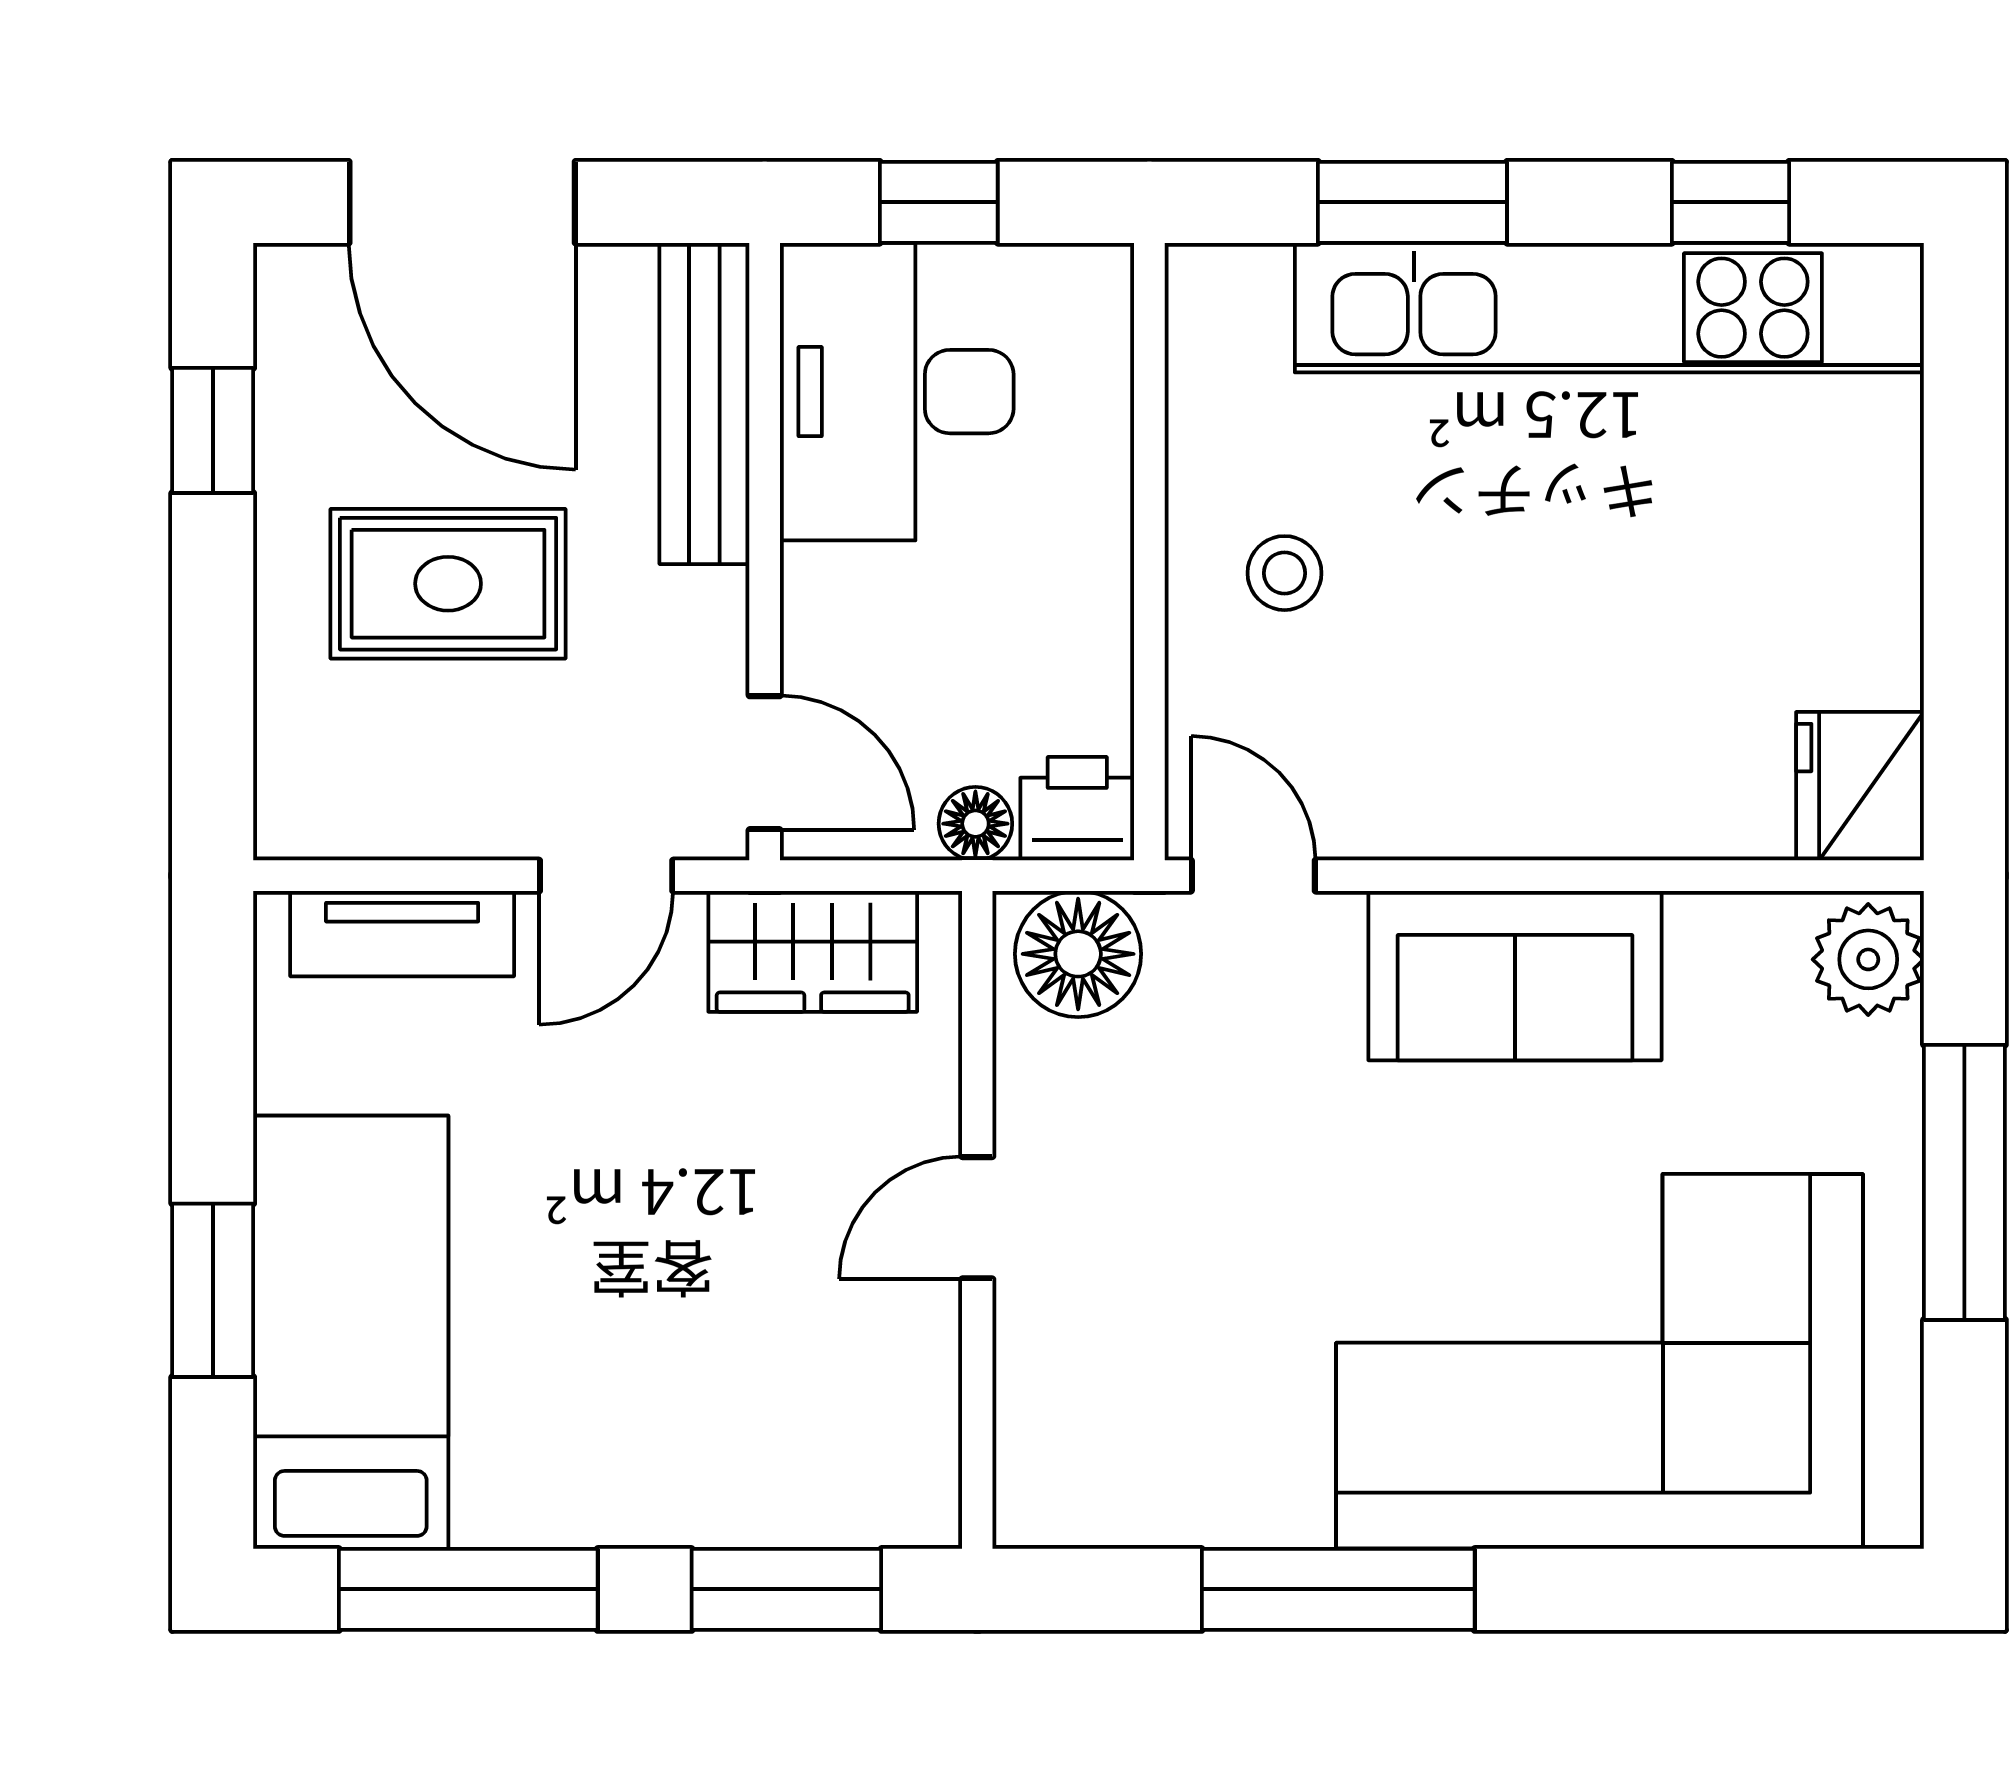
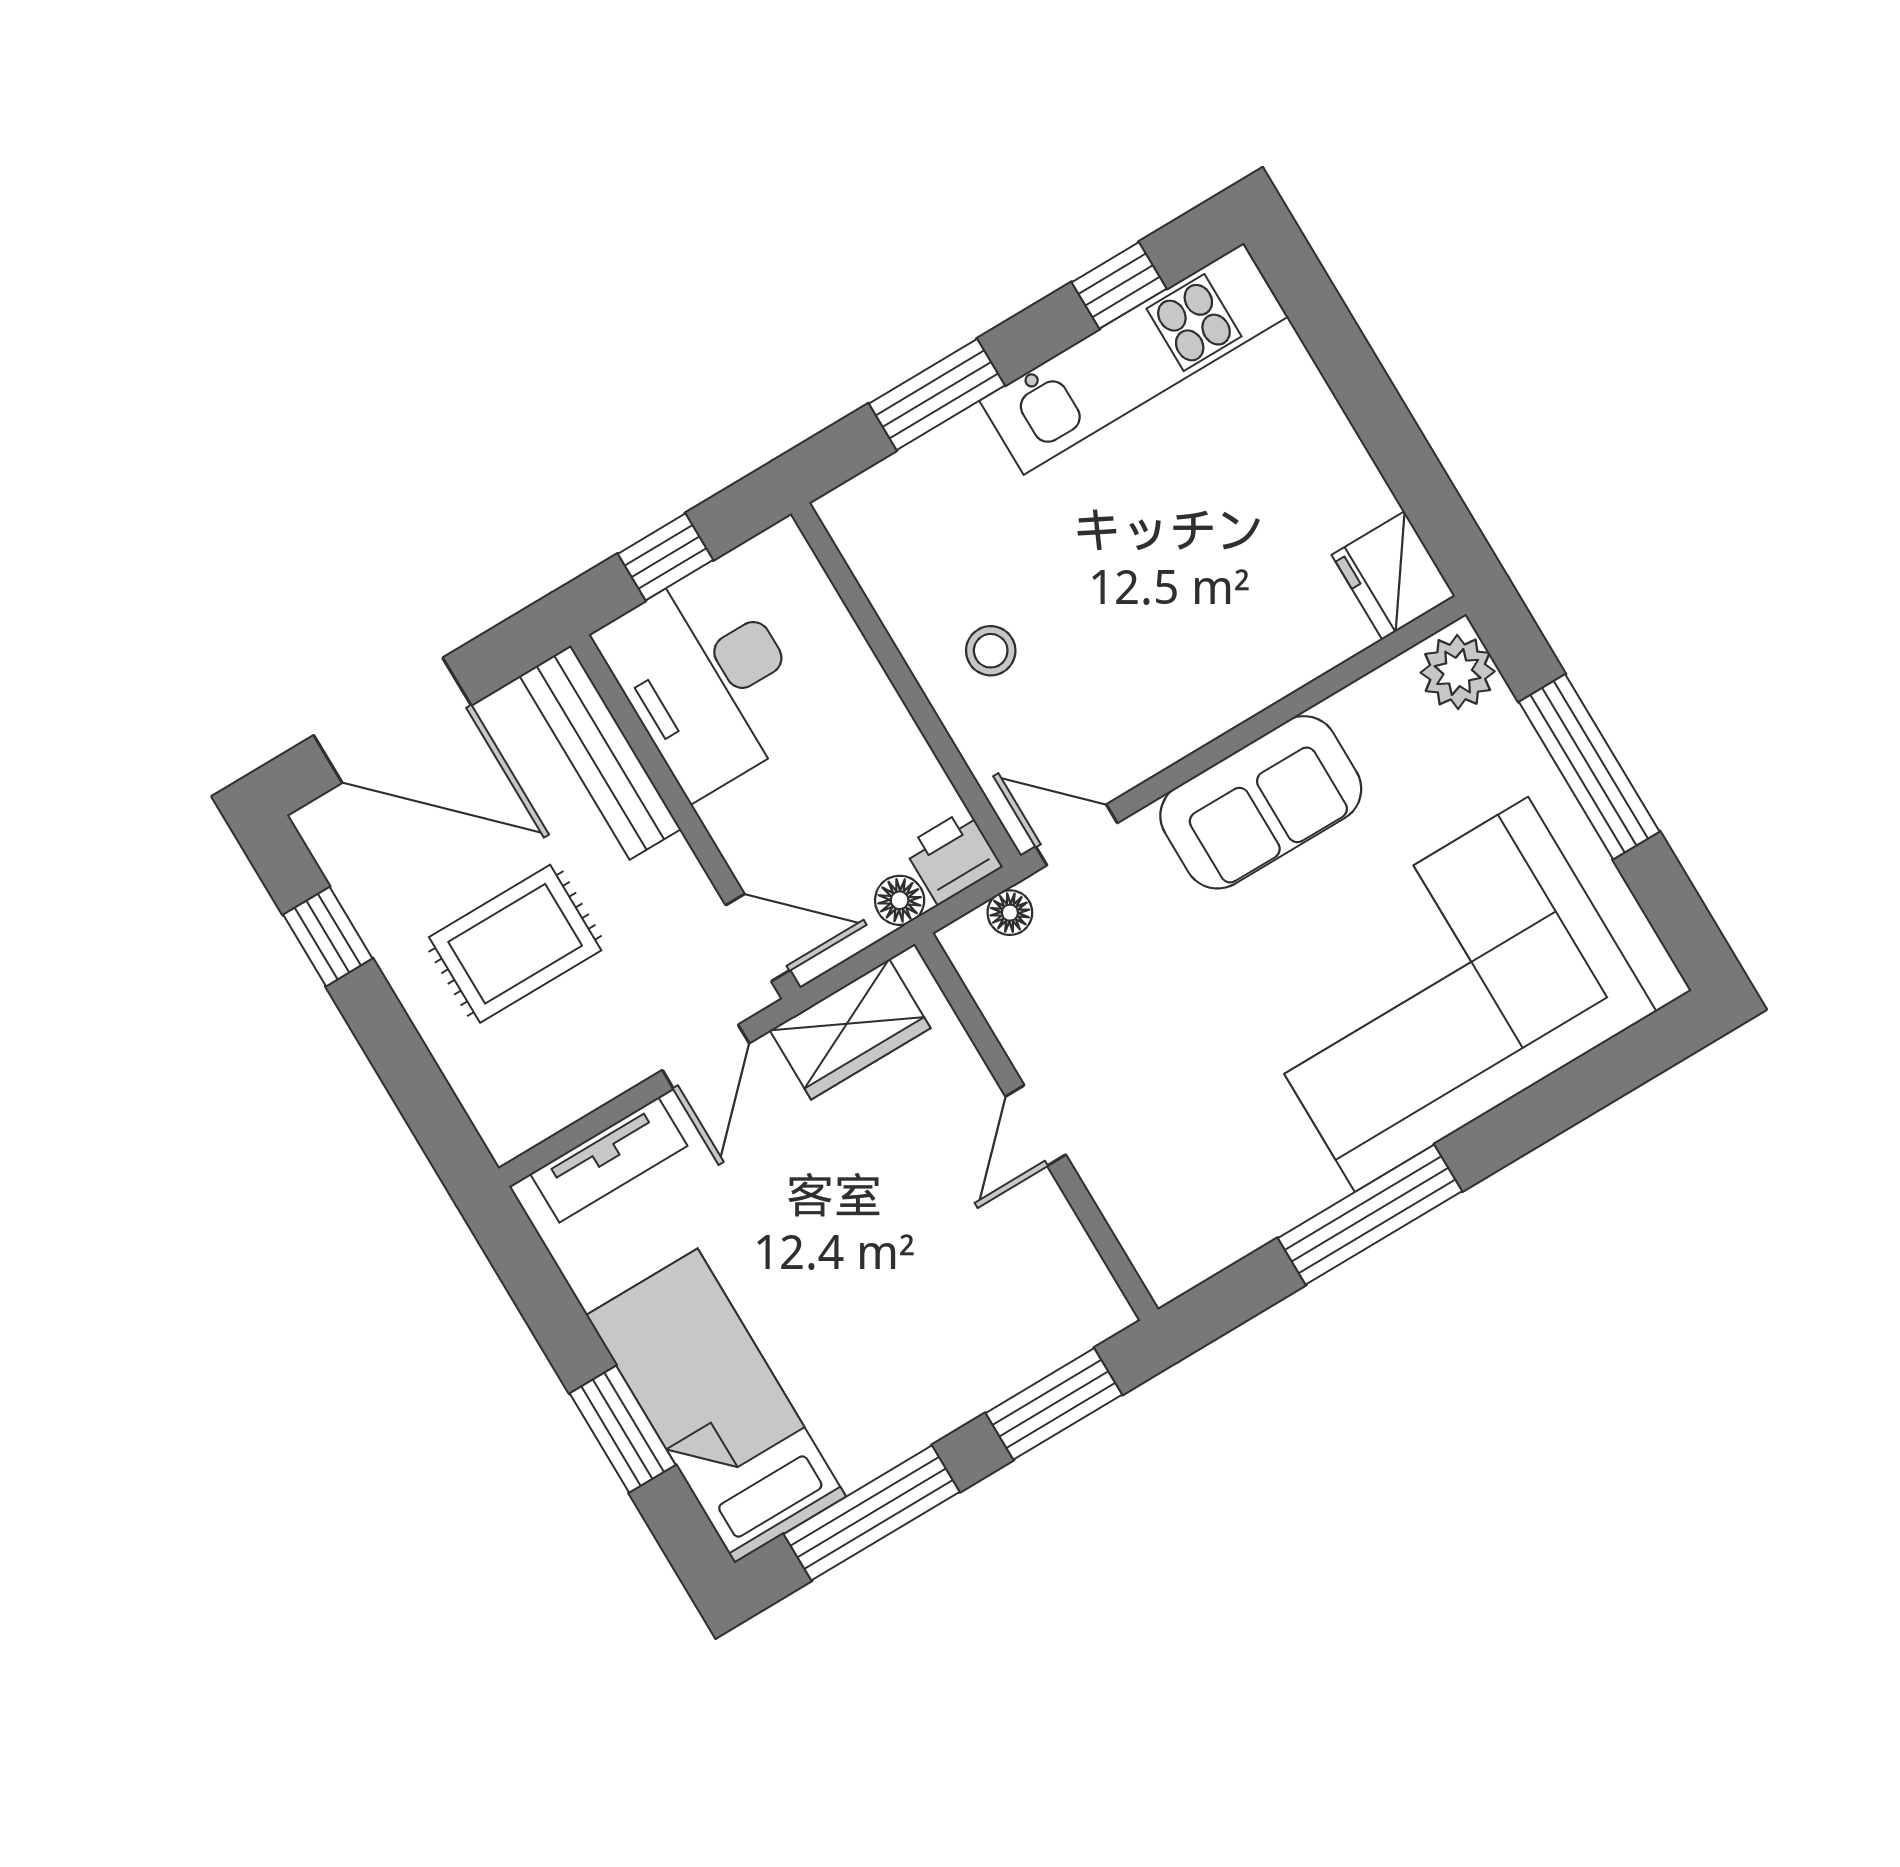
kitchen unit: (1609, 308) -> (1133, 359), width x0.73
floor lamp: (1078, 954) -> (1010, 913), width x0.53, depth x0.53

